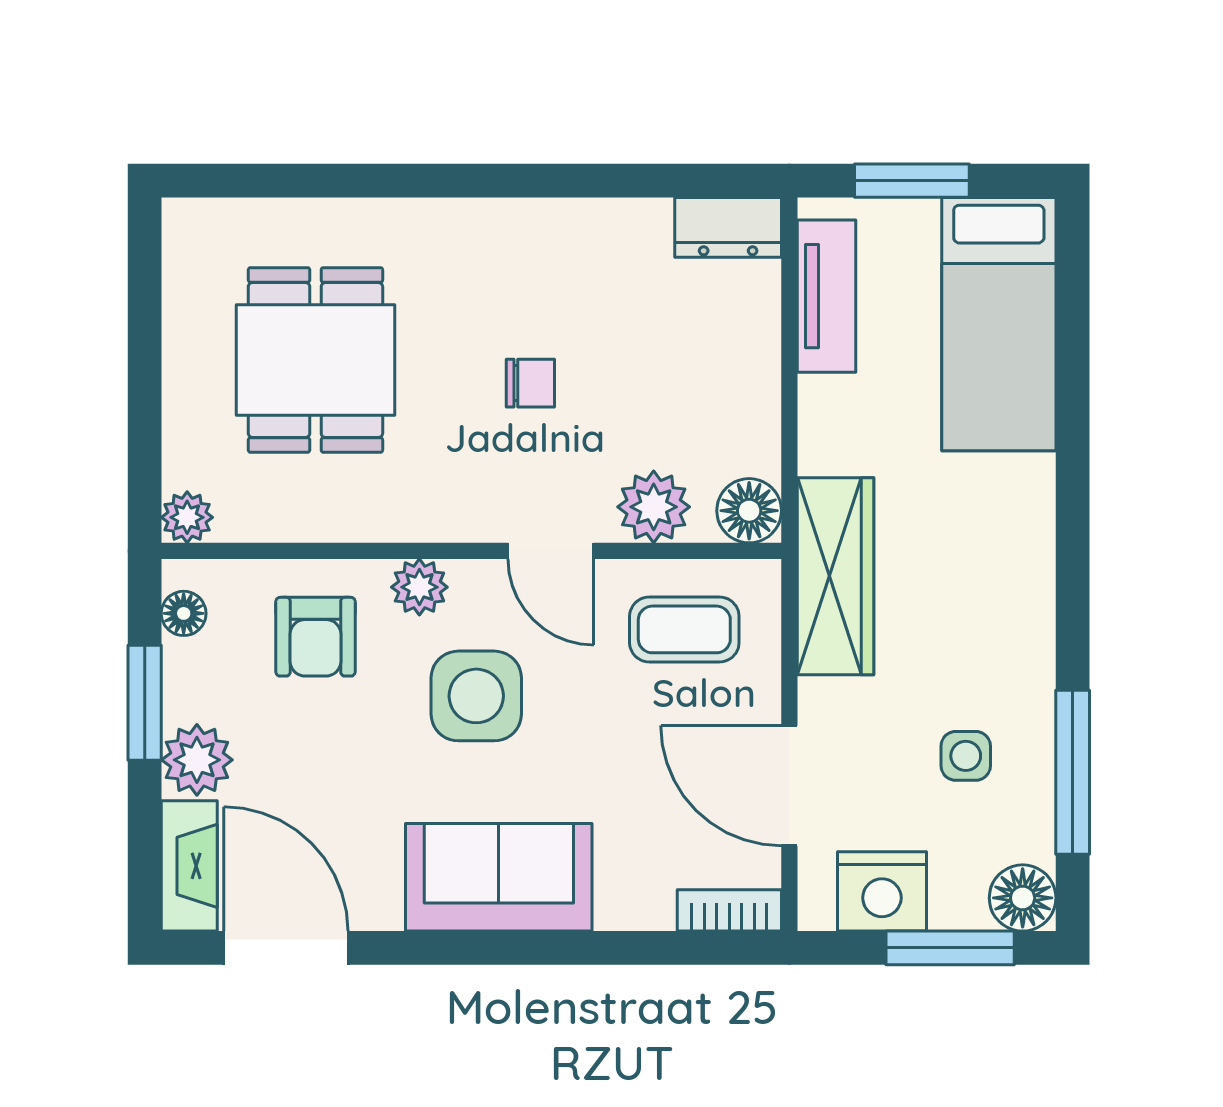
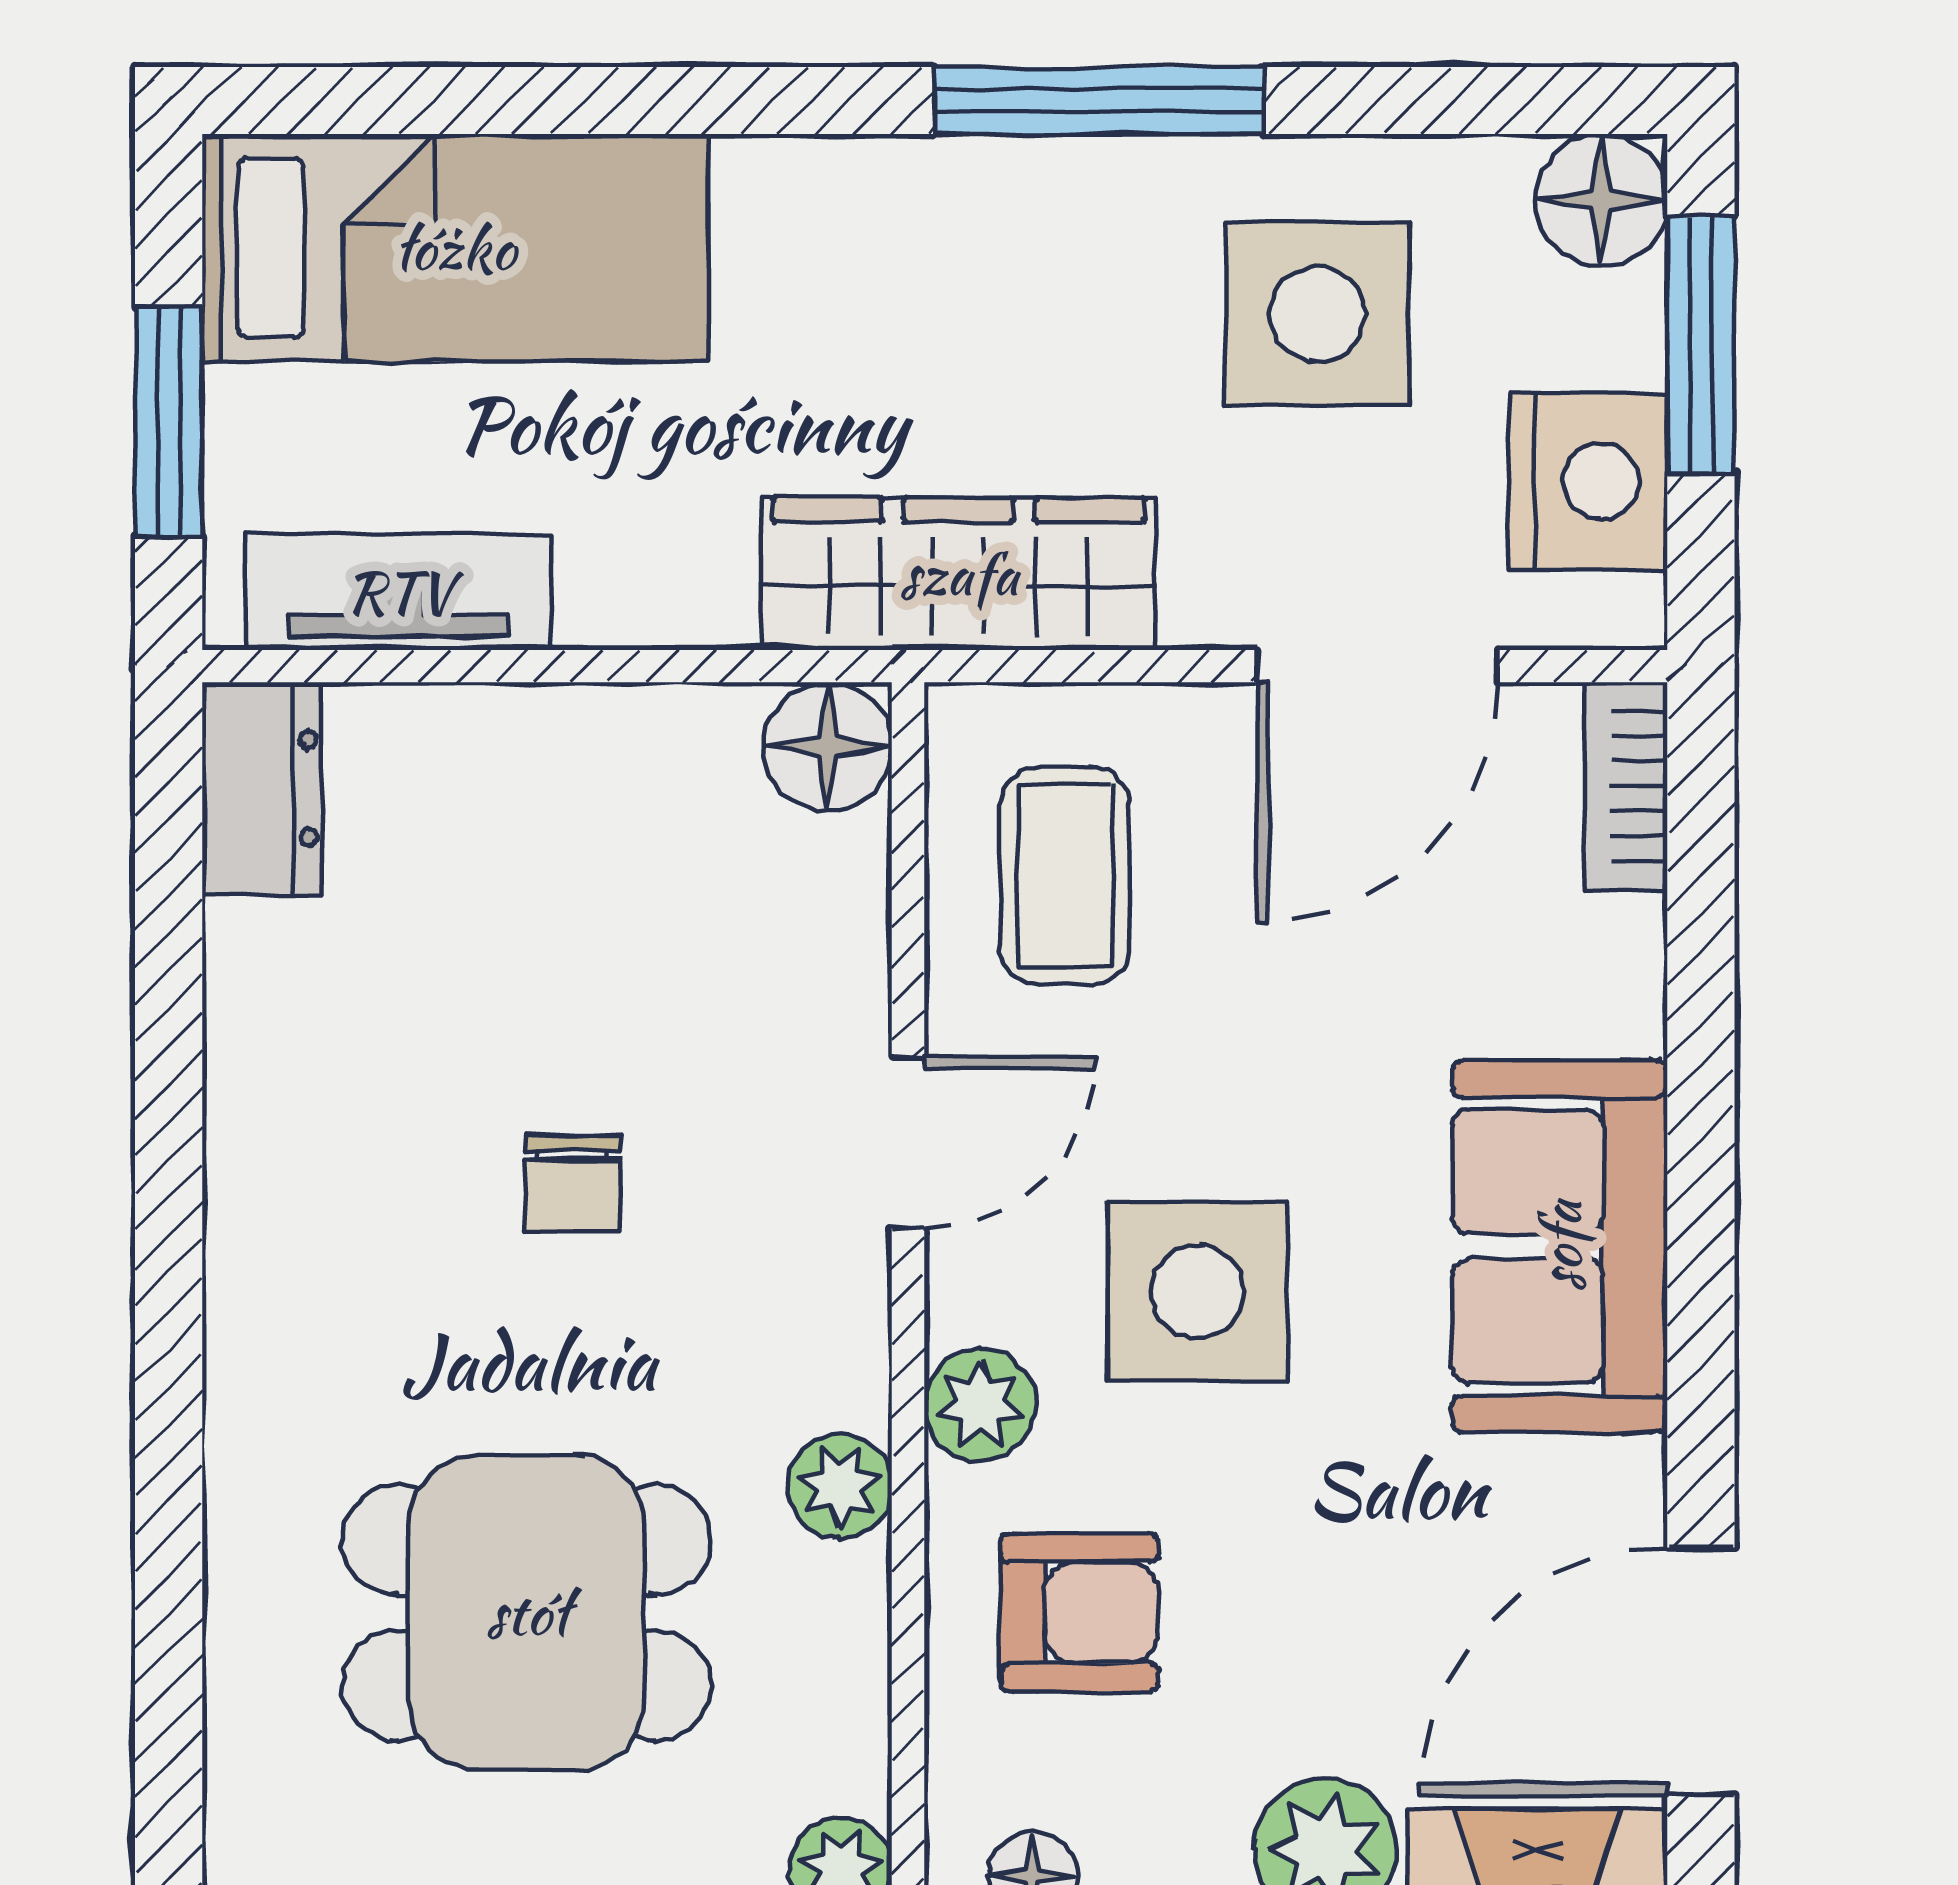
chair: (530, 383) -> (573, 1184), turned 180
plant: (654, 507) -> (840, 1486), moved, width x0.73, depth x0.73
side table: (966, 756) -> (1317, 314), width x1.87, depth x1.87
window: (1073, 772) -> (1099, 100), moved

